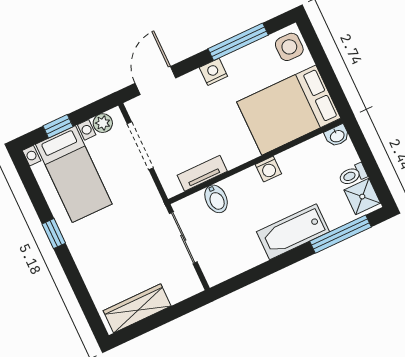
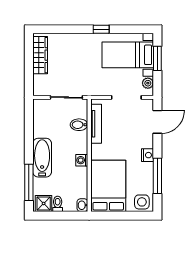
door: (155, 81) -> (157, 122), hinge flipped
window: (58, 126) -> (157, 58), width x1.50
tv unit: (202, 173) -> (96, 124), width x1.41

